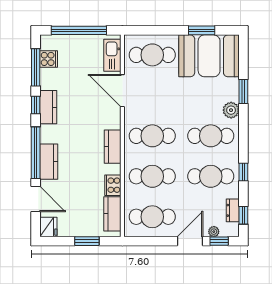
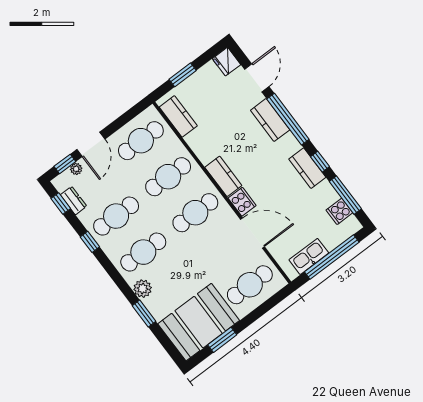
kitchen sink: (112, 55) -> (309, 256), moved, turned -90
cooker: (113, 185) -> (242, 202), moved
door: (36, 199) -> (257, 78), swing flipped

